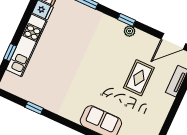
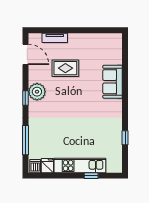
plant: (130, 31) -> (37, 92), width x1.88, depth x1.88

